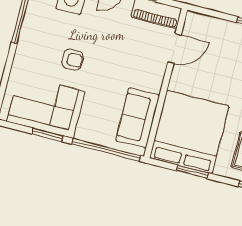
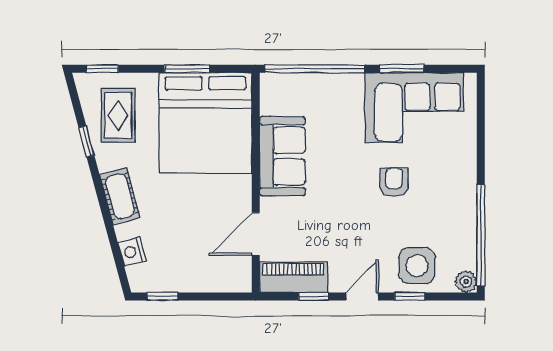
armchair: (72, 60) -> (394, 182), turned 90
sofa: (138, 118) -> (282, 156), moved

